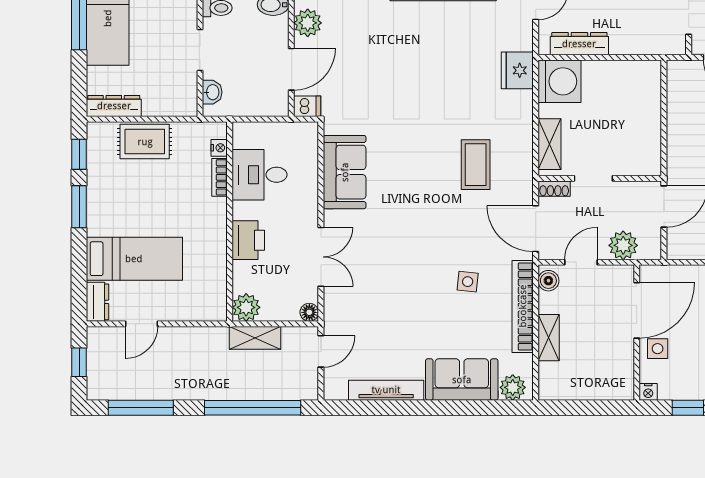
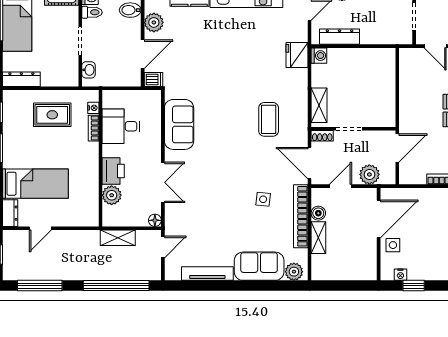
washing machine: (559, 81) -> (319, 56), width x0.53, depth x0.53
rug: (145, 142) -> (52, 115), moved
boiler: (548, 281) -> (318, 213), moved
plant: (246, 307) -> (112, 195), moved
nightstand: (648, 392) -> (400, 275), moved

